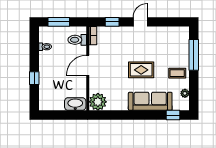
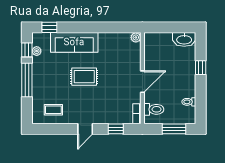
window: (194, 55) -> (27, 80), moved
coffee table: (177, 73) -> (53, 110), moved
window: (194, 94) -> (27, 50), added
plant: (98, 102) -> (136, 37), width x0.53, depth x0.53
washbasin: (75, 104) -> (184, 39), moved

